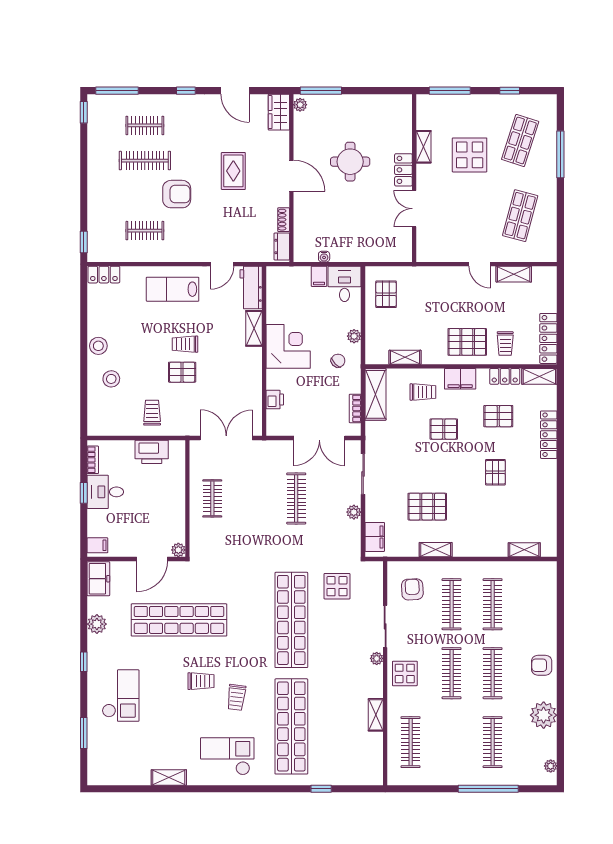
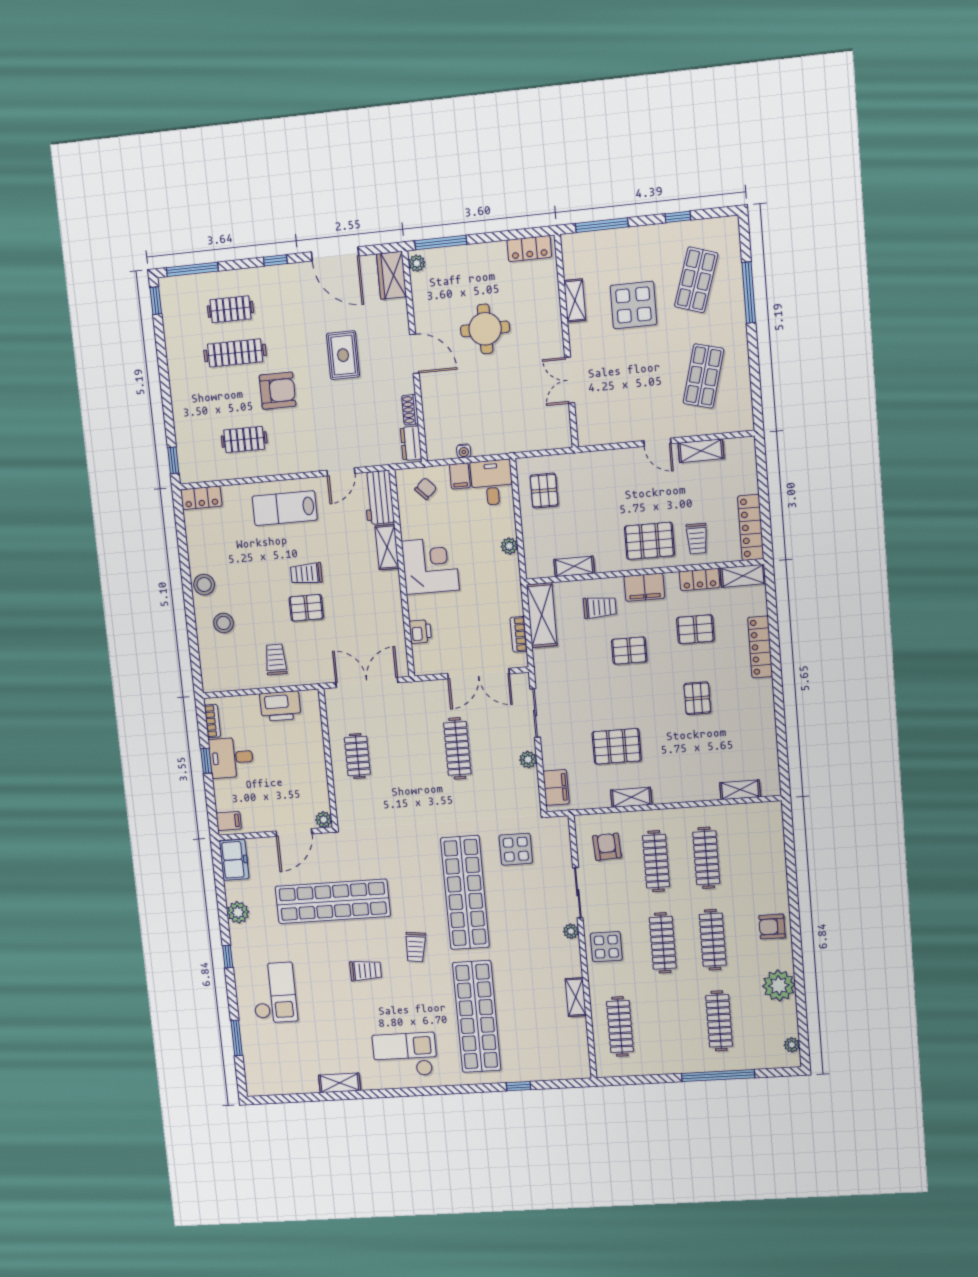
door: (235, 91) -> (335, 254), width x1.36
locker: (403, 170) -> (529, 249), moved, turned -90
chair: (338, 361) -> (426, 489), moved
trolley: (236, 697) -> (416, 947), moved

